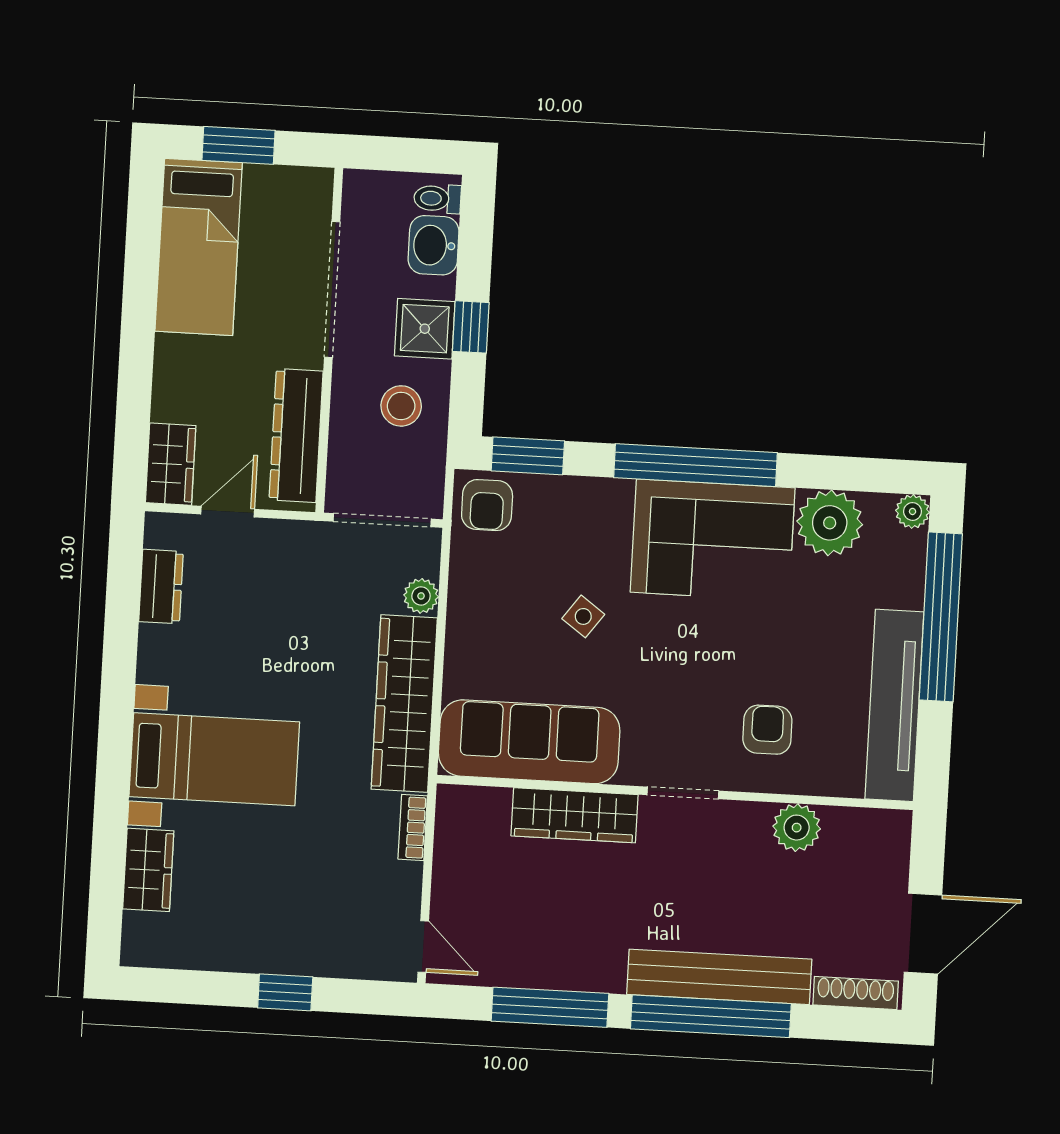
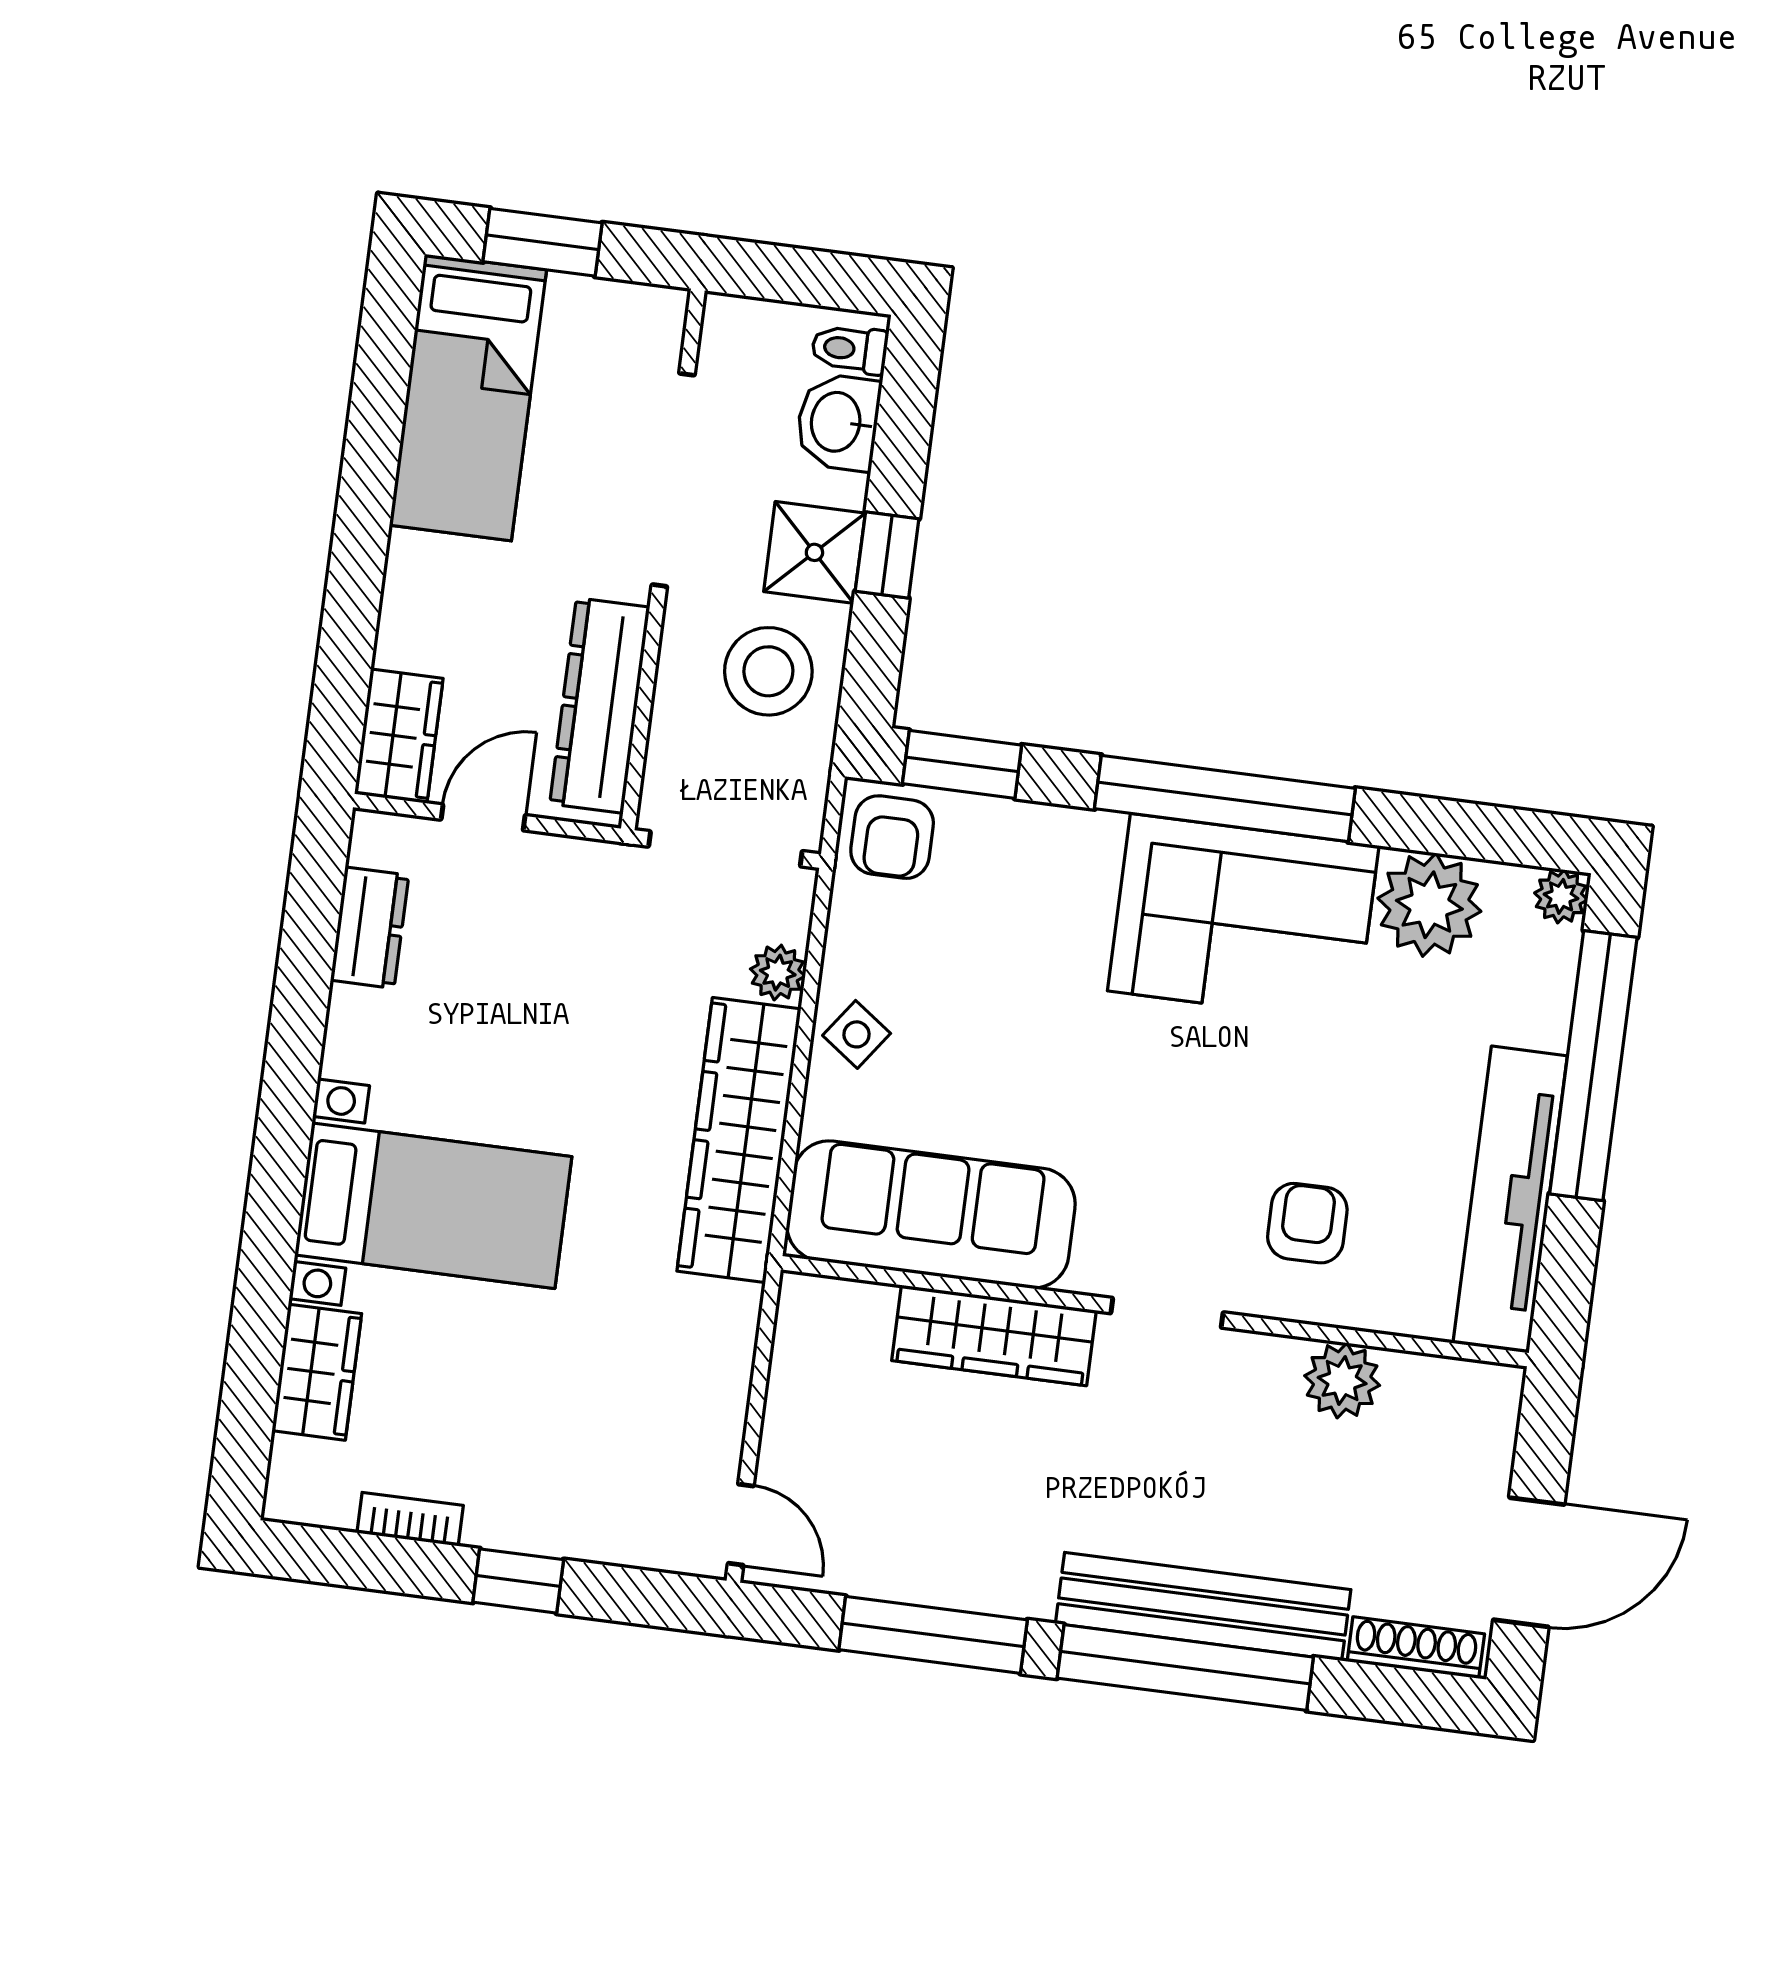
stool: (401, 406) -> (768, 671), width x1.38, depth x1.38
side table: (583, 616) -> (857, 1034), moved
bookcase: (413, 827) -> (410, 1519), moved, turned 90

